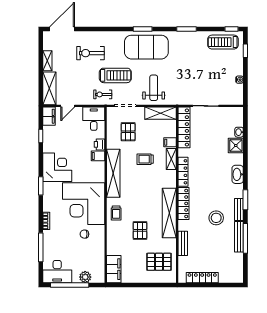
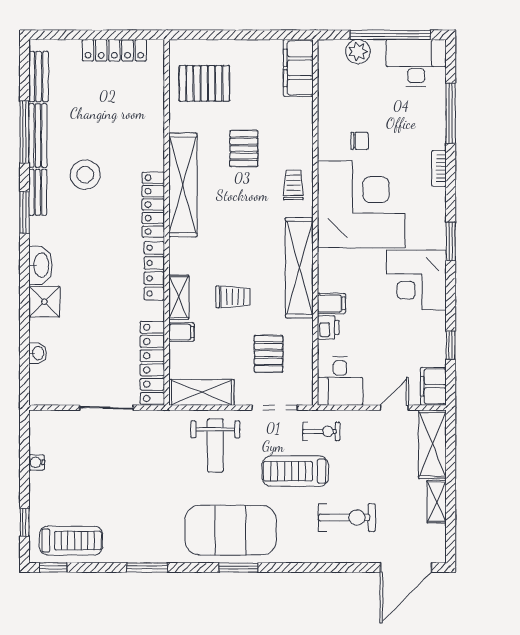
shower: (236, 146) -> (44, 302), moved
bench: (183, 243) -> (39, 76), moved

